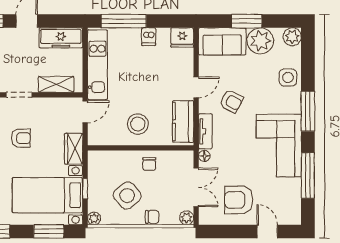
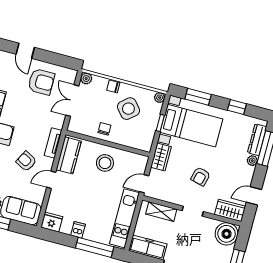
armchair: (21, 138) -> (201, 176), turned -76
floor lamp: (204, 156) -> (59, 124), removed

